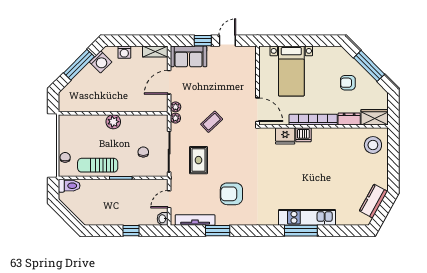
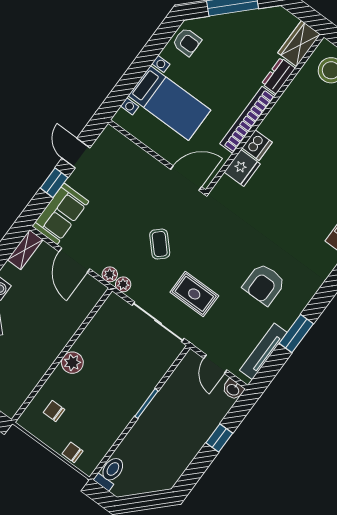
armchair: (348, 83) -> (187, 42), moved, turned -90
chair: (143, 152) -> (54, 411), moved
sun lounger: (98, 165) -> (111, 420), removed

